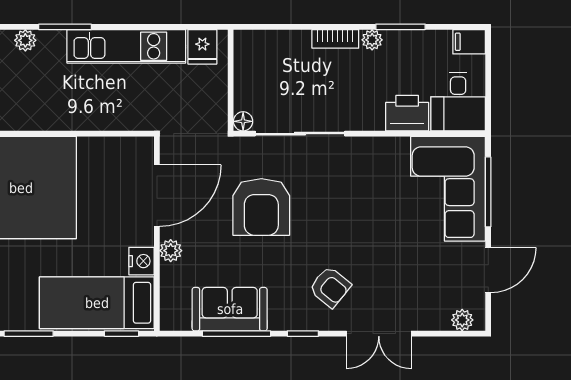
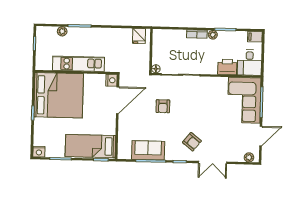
kitchen unit: (126, 46) -> (79, 64), moved, turned 180
armchair: (261, 207) -> (163, 106), width x0.53, depth x0.53
plant: (171, 251) -> (123, 124), removed
nightstand: (141, 261) -> (111, 80), moved

